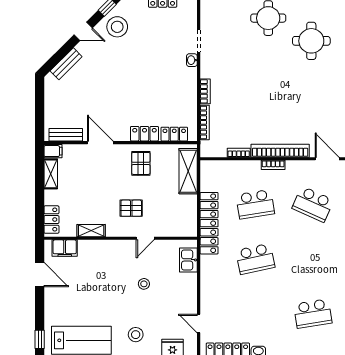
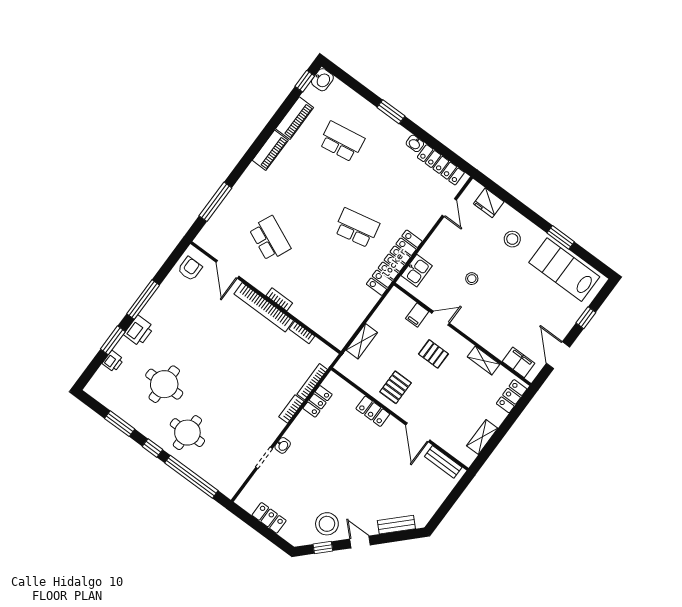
locker: (174, 134) -> (318, 401), moved, turned -90
filing cabinet: (53, 151) -> (417, 315), moved, turned -90
shelving: (188, 171) -> (362, 341), width x0.67, depth x0.75
school desk: (255, 204) -> (321, 276), removed
locker: (209, 223) -> (394, 263), moved
window: (40, 339) -> (586, 318), moved

